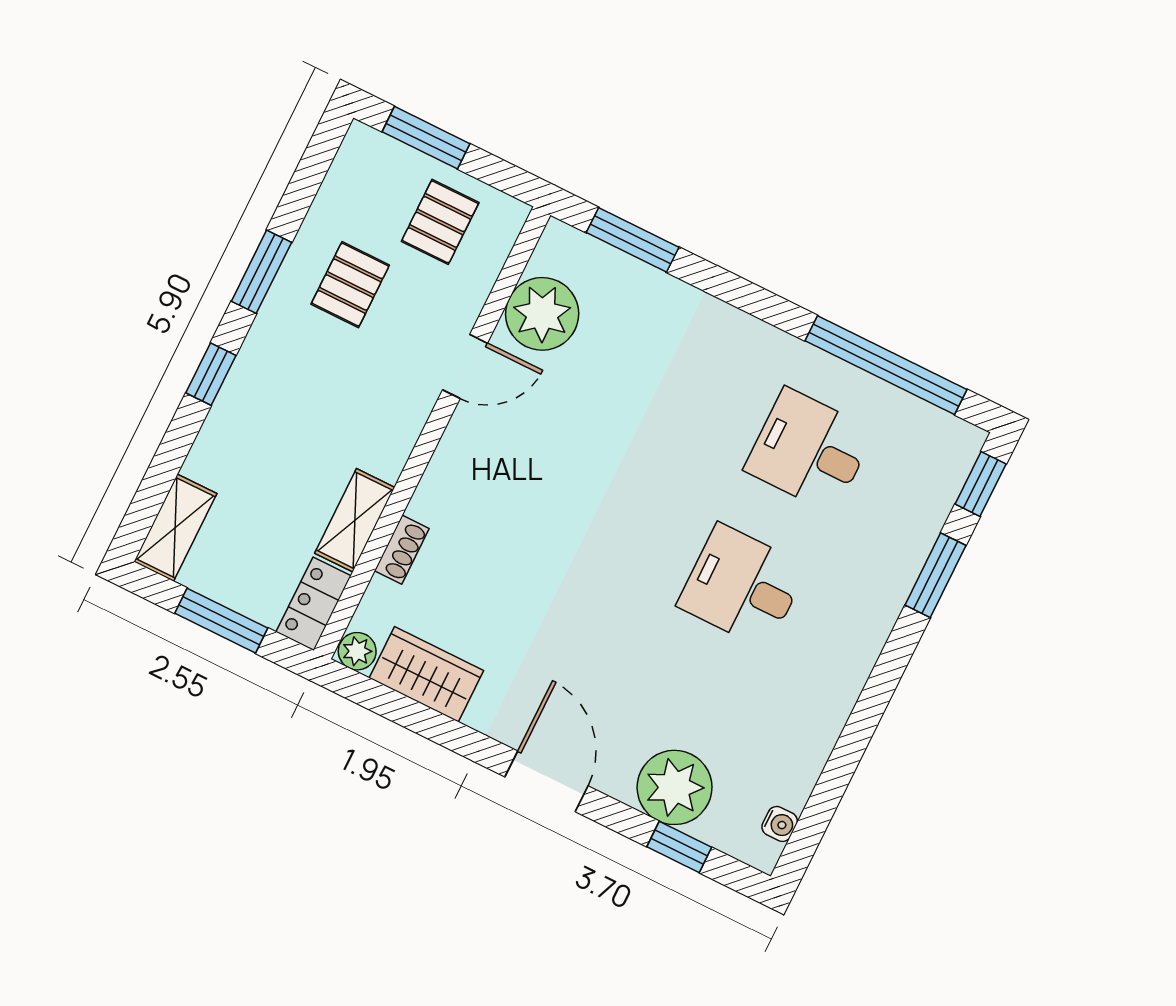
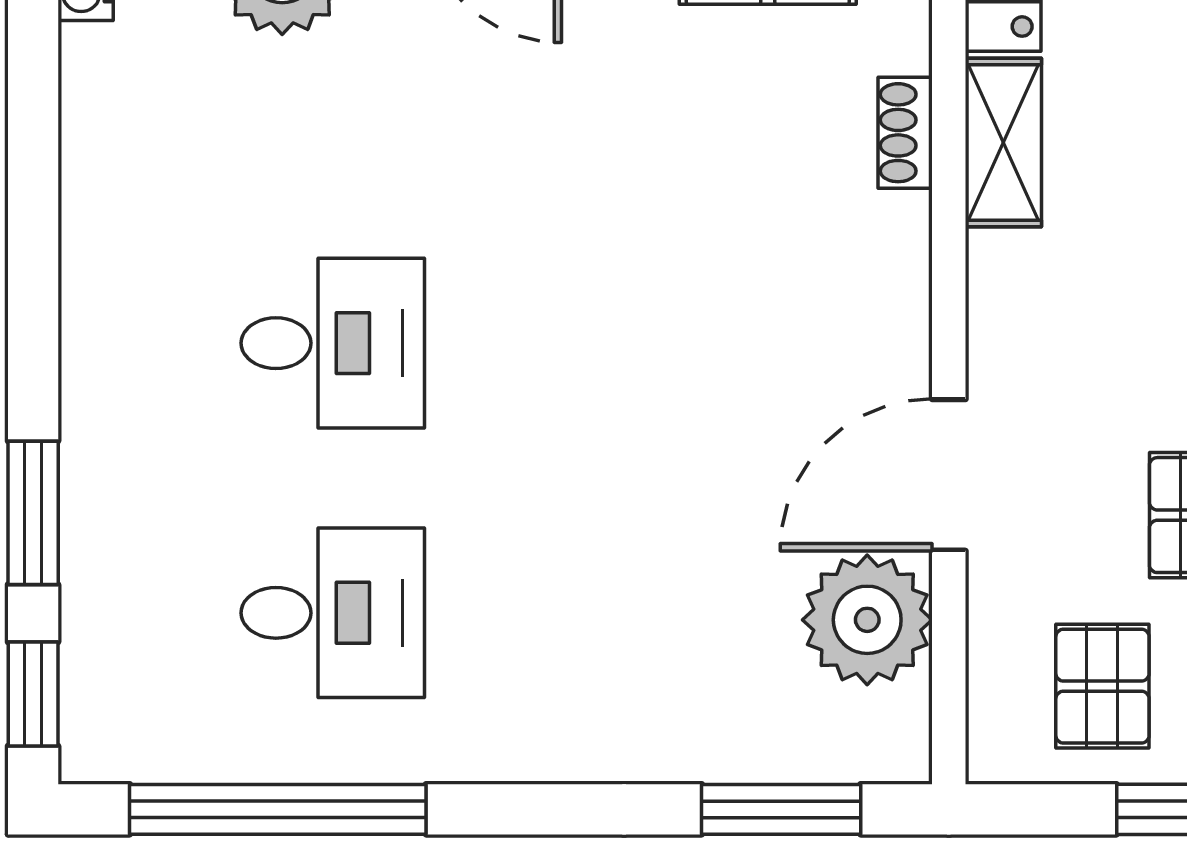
door: (465, 366) -> (949, 475), width x1.38

